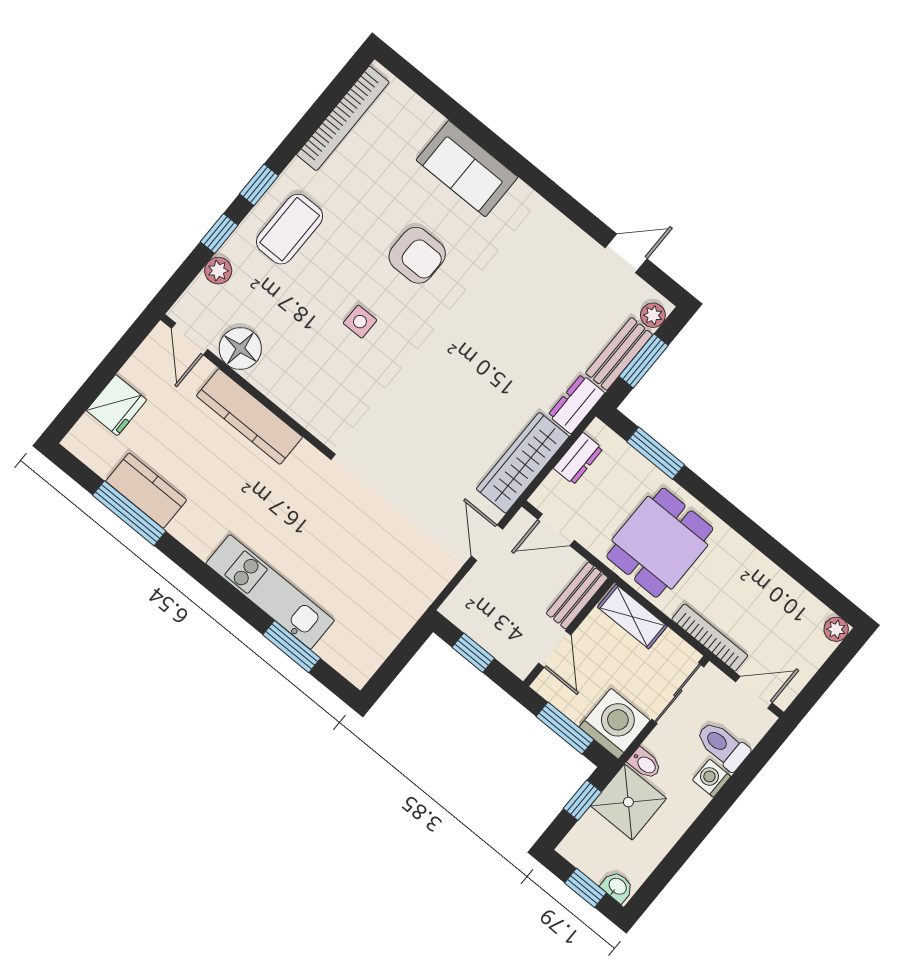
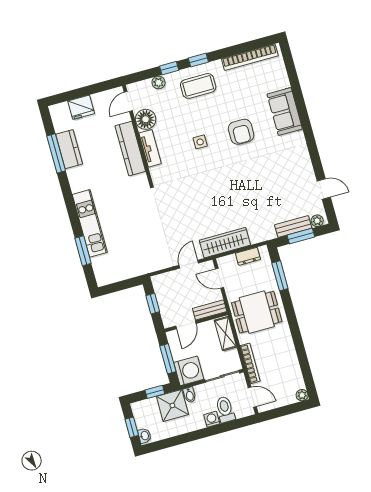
tv unit: (283, 392) -> (150, 148), added
dresser: (576, 404) -> (262, 234), removed

